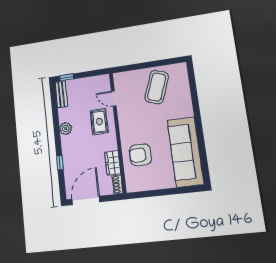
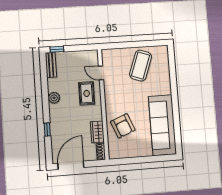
armchair: (140, 155) -> (123, 126), turned -112

